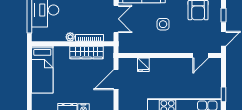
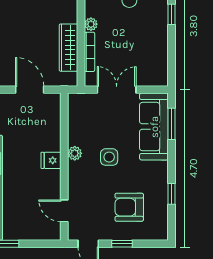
double door: (116, 19) -> (117, 90), swing flipped
plant: (160, 48) -> (75, 153), added
fridge: (143, 65) -> (51, 160), moved

